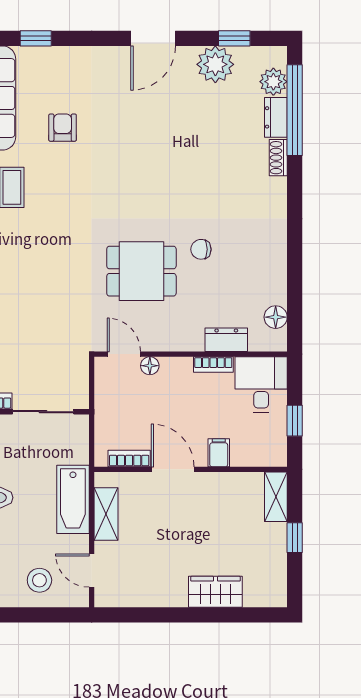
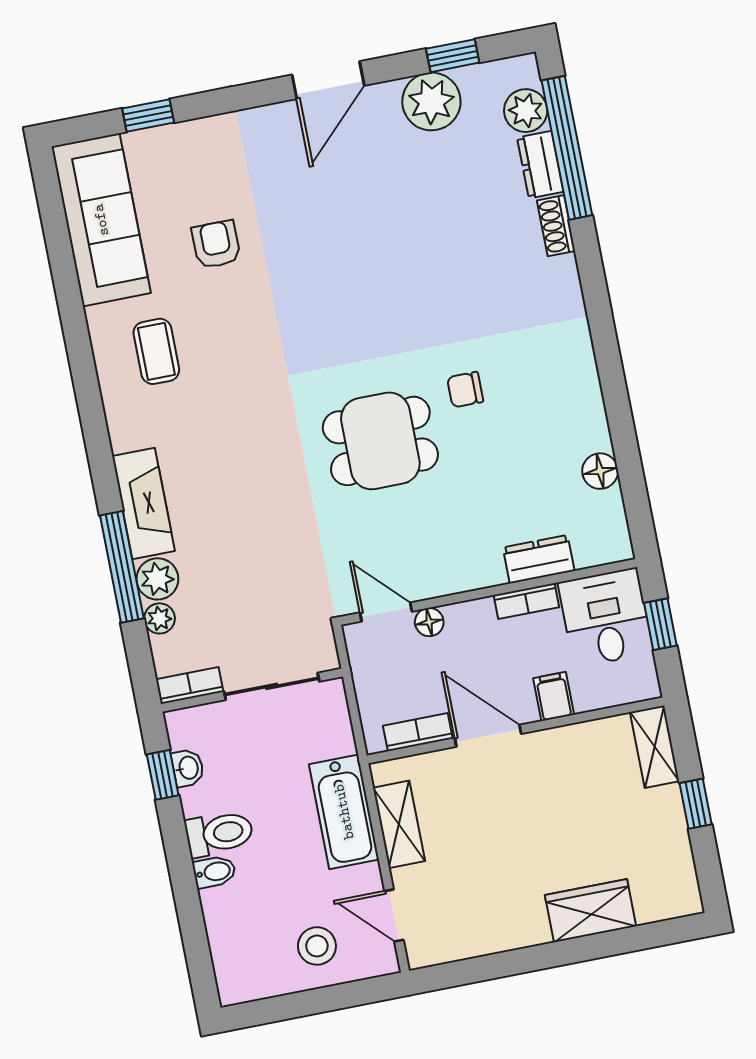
dresser: (226, 340) -> (539, 559), moved
door: (124, 354) -> (386, 612), moved
wall: (191, 354) -> (488, 592), moved
bookcase: (213, 365) -> (526, 601), moved
floor lamp: (150, 366) -> (429, 622), moved
desk: (261, 385) -> (606, 618), moved

